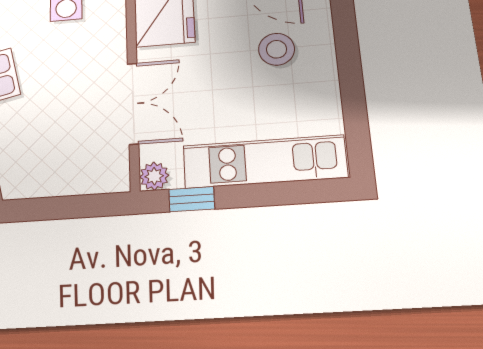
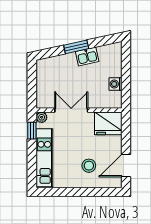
double door: (133, 103) -> (71, 110), swing flipped

